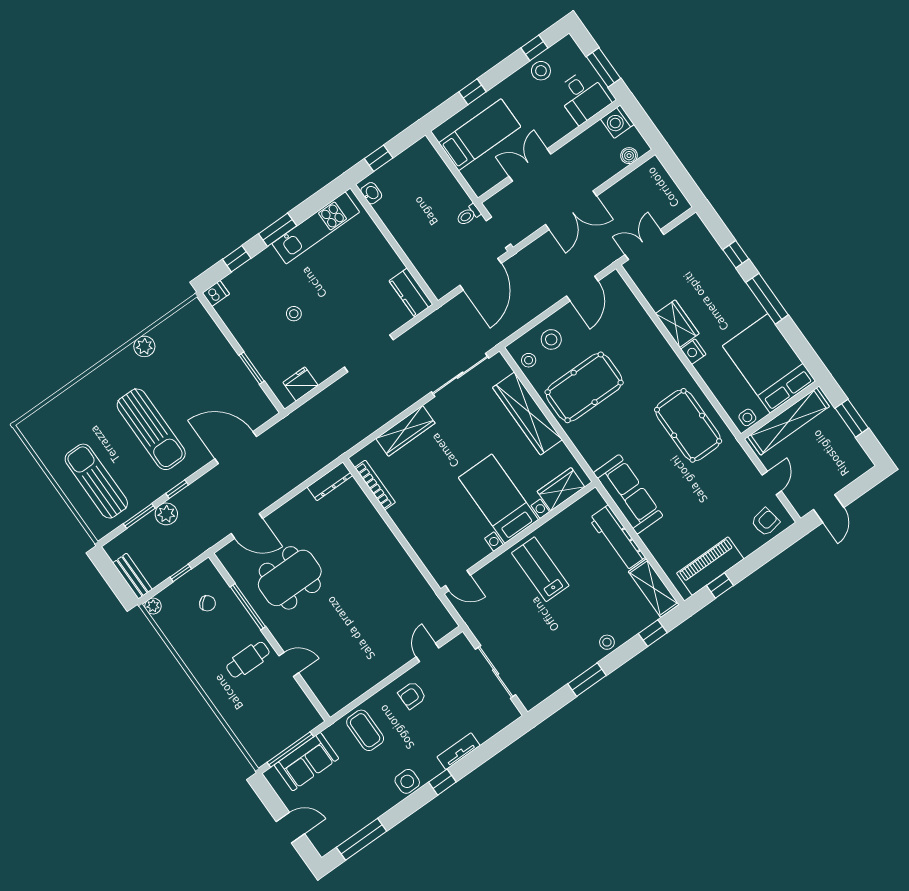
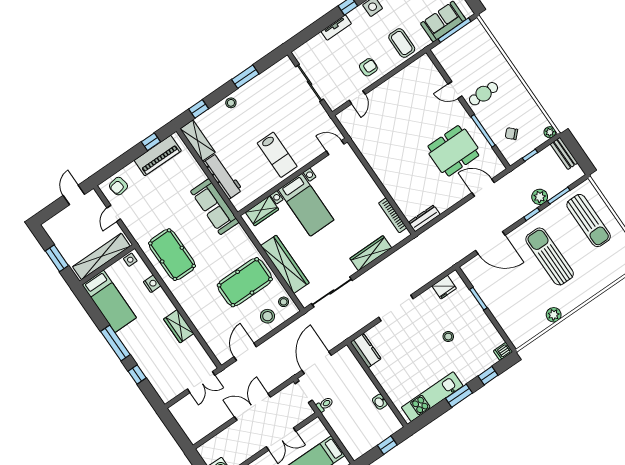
boiler: (629, 156) -> (211, 445), removed
washbasin: (371, 193) -> (380, 402), moved
nightstand: (693, 352) -> (152, 284), moved
bed: (769, 363) -> (109, 301), width x0.67

